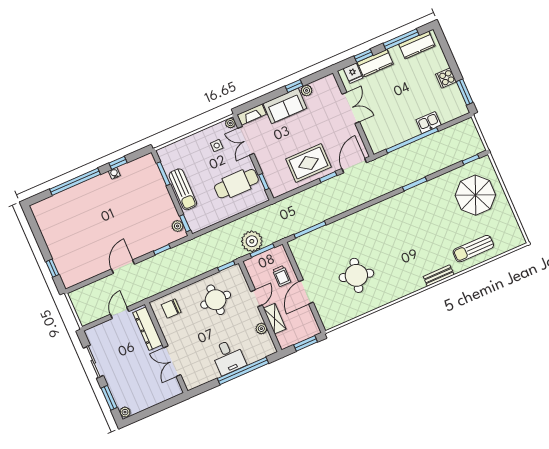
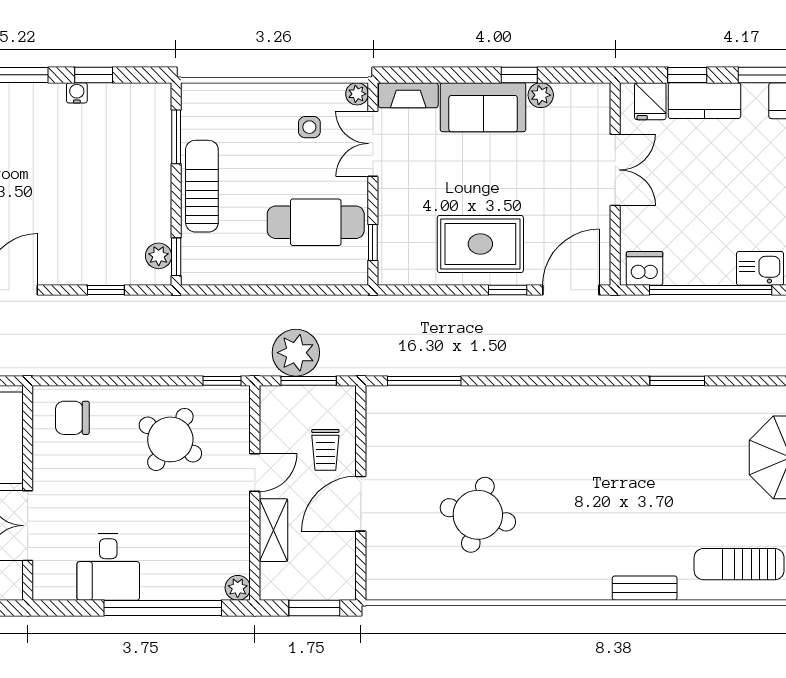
dishwasher: (381, 143) -> (645, 268), added
sun lounger: (183, 189) -> (202, 186), turned 180
round table: (216, 300) -> (170, 439), turned 32
plant: (261, 329) -> (238, 588), moved
desk: (228, 357) -> (108, 567), moved

